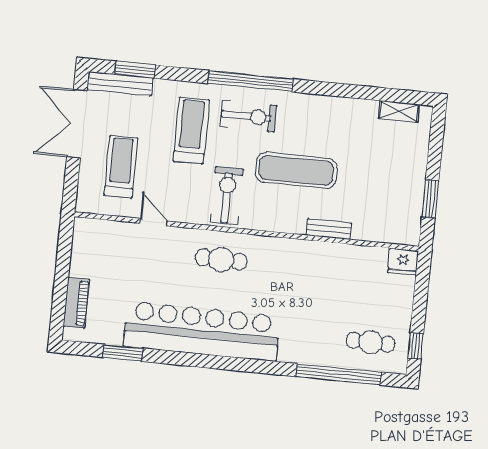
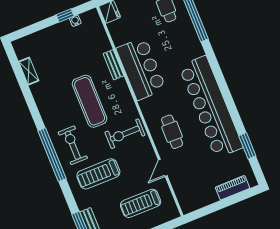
shelving: (399, 111) -> (29, 71), moved
window: (430, 199) -> (65, 15), width x0.67
water cooler: (416, 209) -> (75, 21), added
cafe table: (221, 260) -> (172, 132), moved
bar counter: (304, 264) -> (141, 69), added

